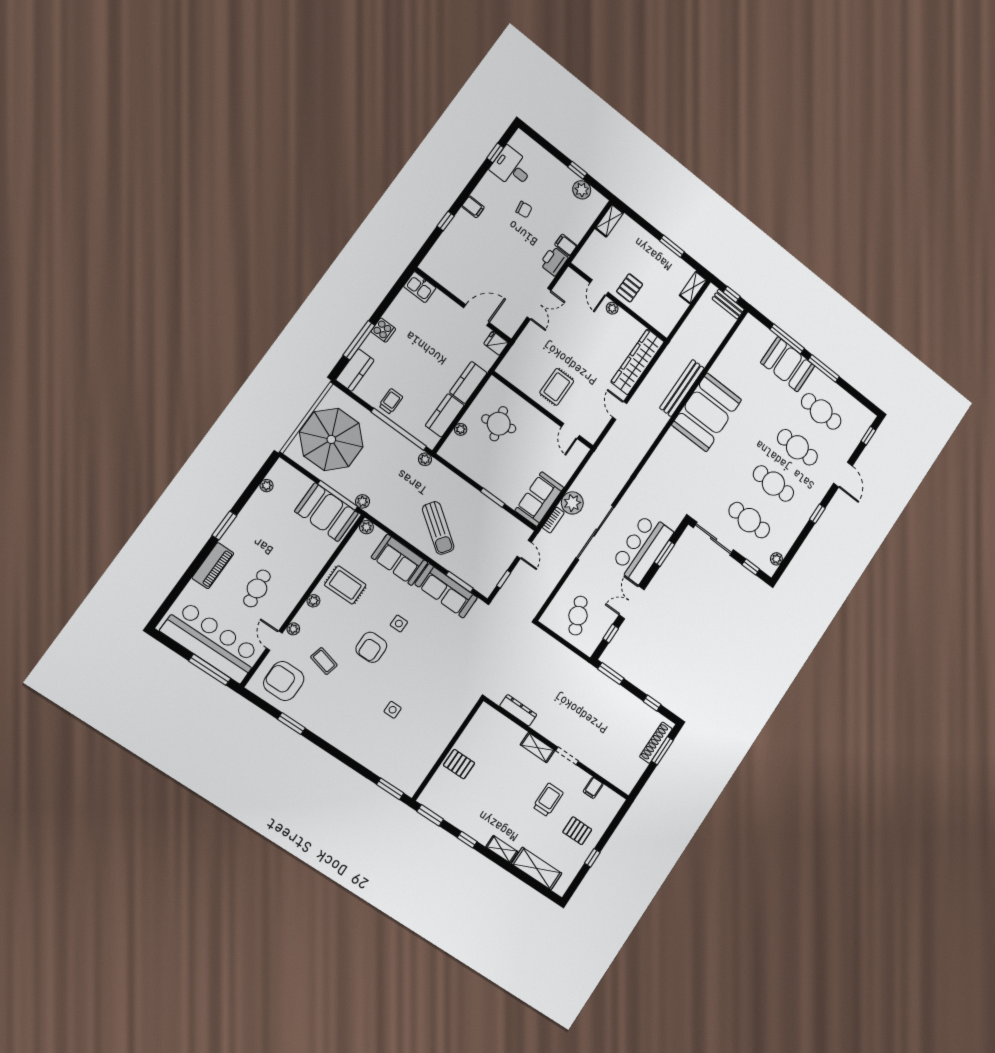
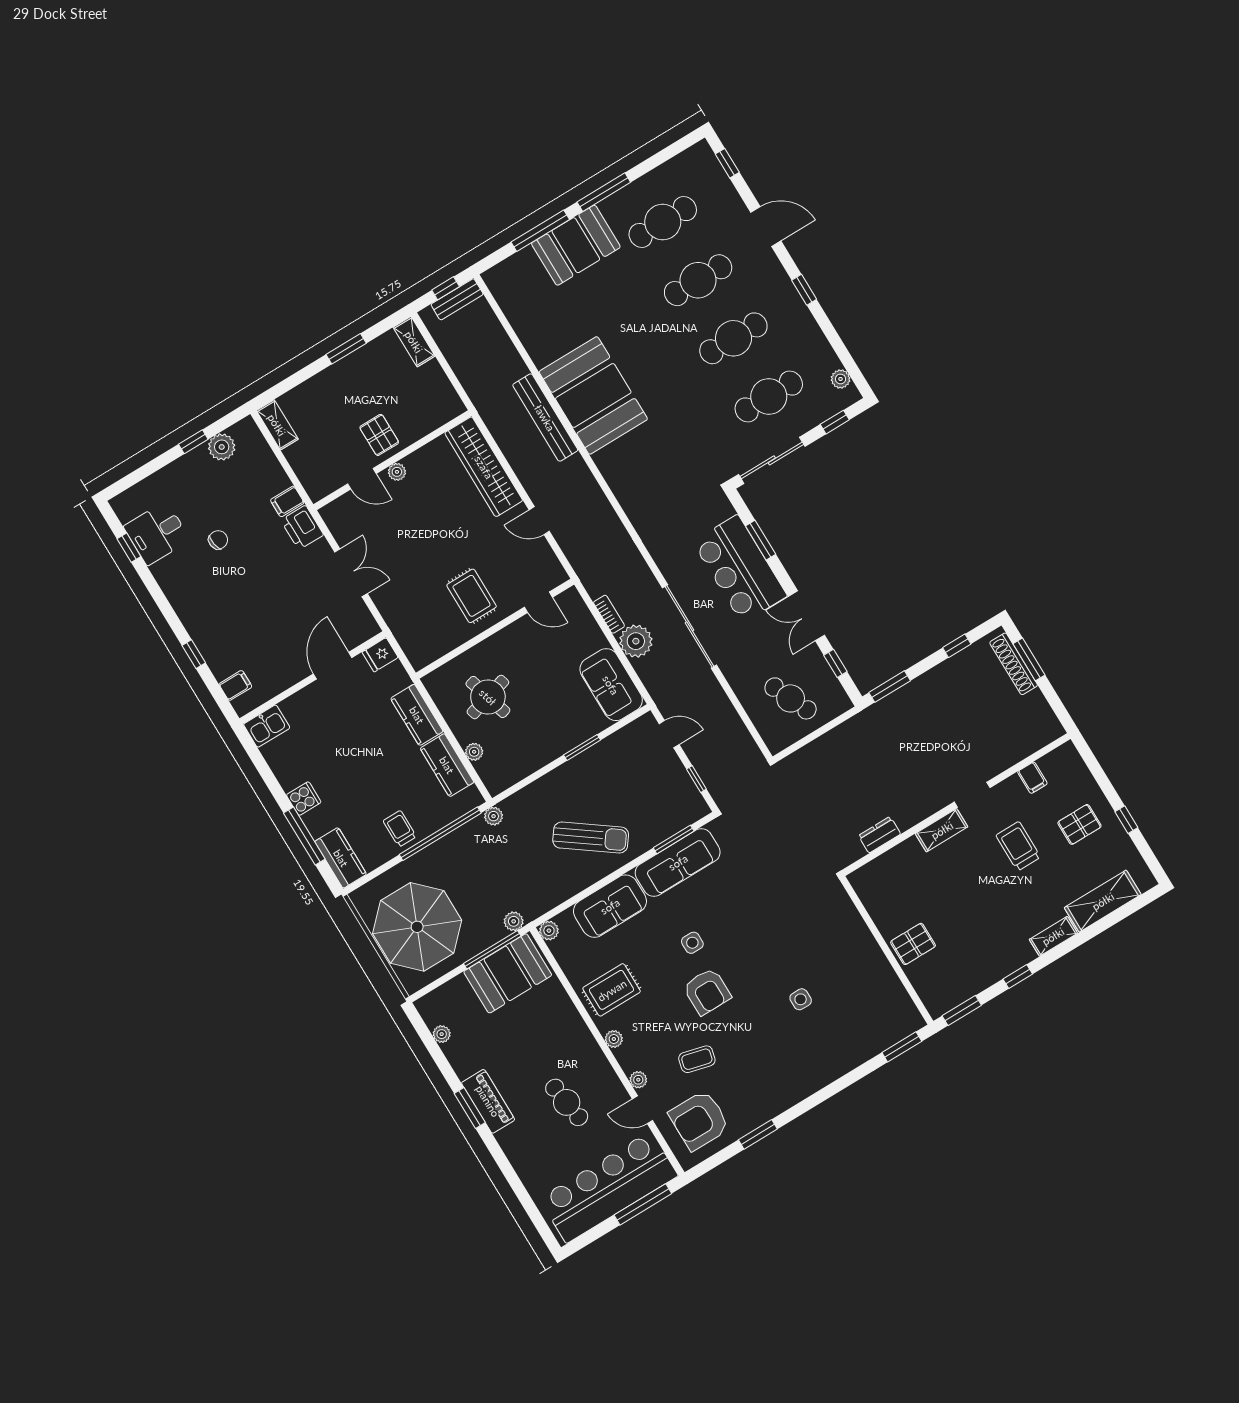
filing cabinet: (473, 207) -> (235, 685), moved
bookcase: (553, 520) -> (609, 614), moved
piano: (213, 566) -> (488, 1101), moved
dresser: (518, 710) -> (879, 835), width x0.70

